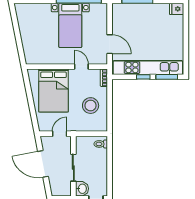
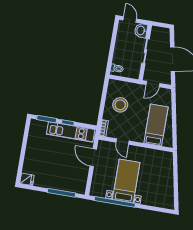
kitchen unit: (148, 68) -> (71, 132), width x0.73
bed: (54, 90) -> (156, 125), width x0.67

